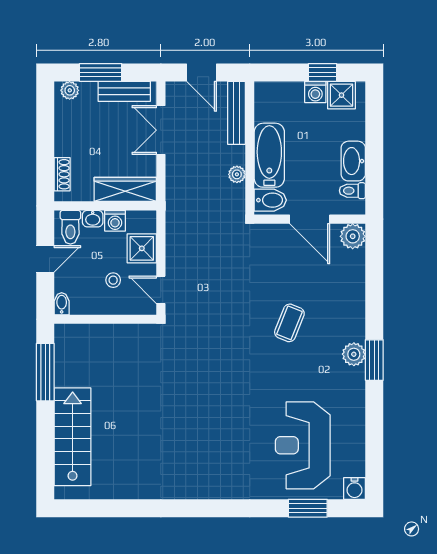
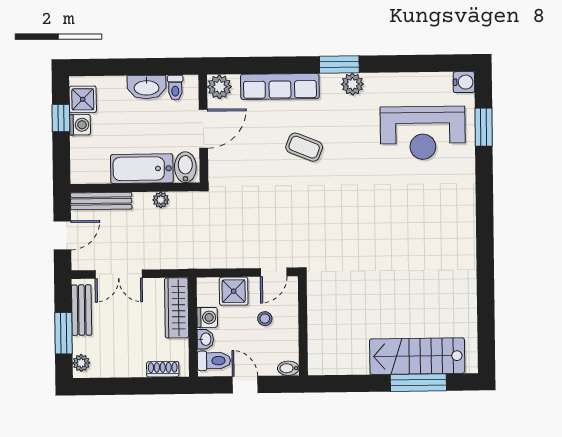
row of seats: (352, 299) -> (280, 86), added
plant: (354, 354) -> (352, 84), moved
window: (45, 372) -> (418, 383), moved

